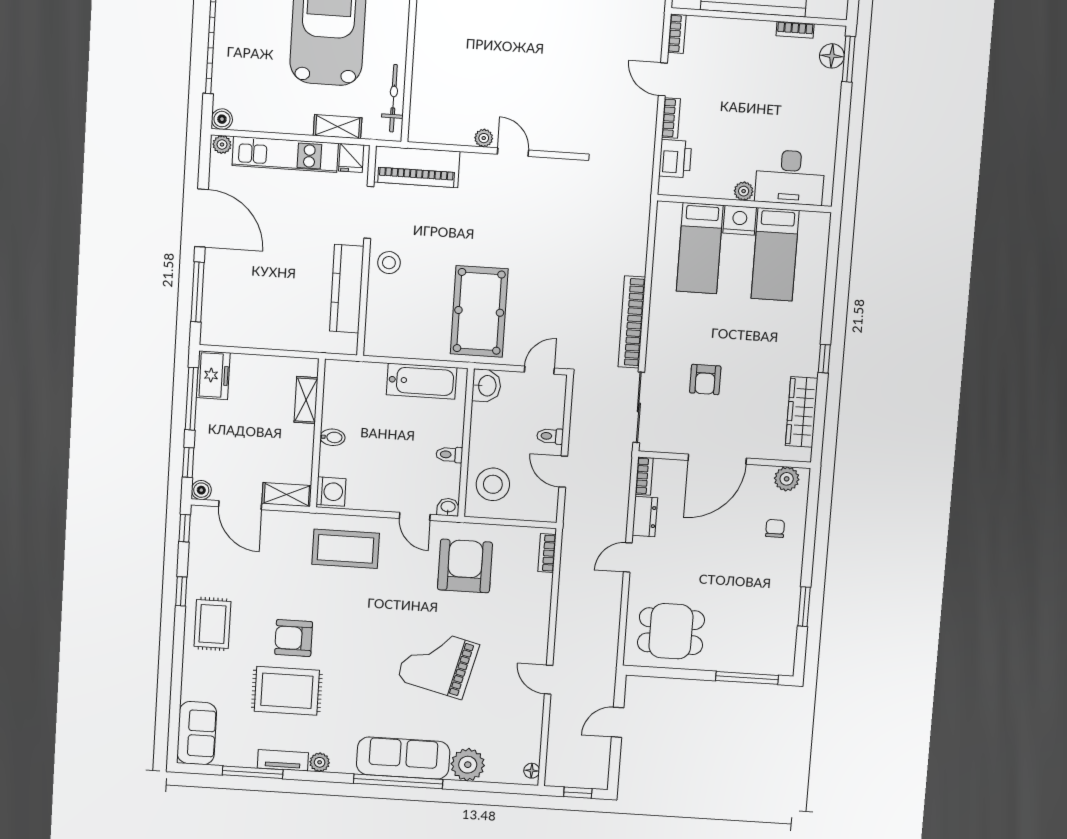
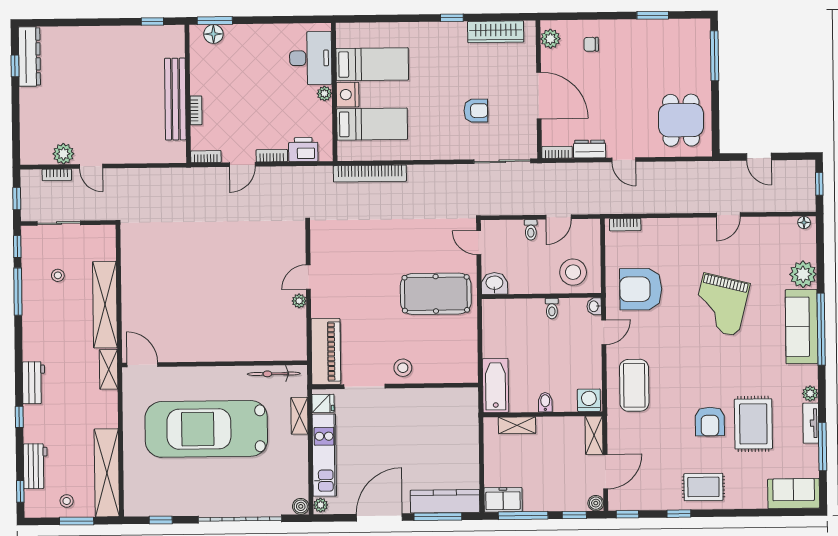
bookcase: (795, 30) -> (196, 110), moved
kitchen counter: (347, 289) -> (445, 501), moved, turned 180
bookcase: (632, 322) -> (370, 173), moved
bathtub: (422, 381) -> (496, 386), moved

